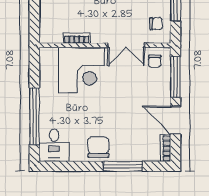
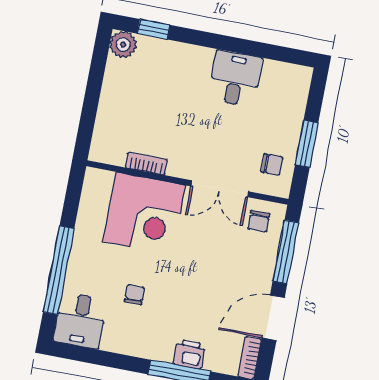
door: (175, 120) -> (273, 318), hinge flipped
chair: (98, 147) -> (135, 294), moved, width x0.54, depth x0.54
printer: (127, 153) -> (189, 354), added

